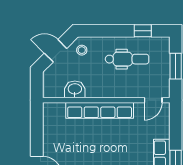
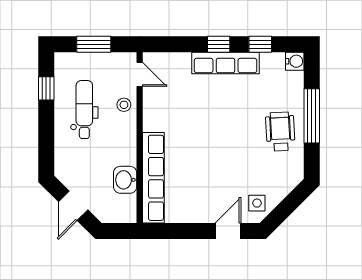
stool: (82, 50) -> (124, 105), moved
row of seats: (100, 110) -> (153, 178), moved

